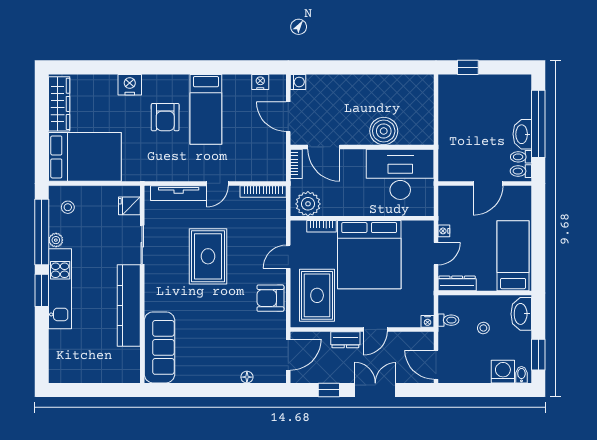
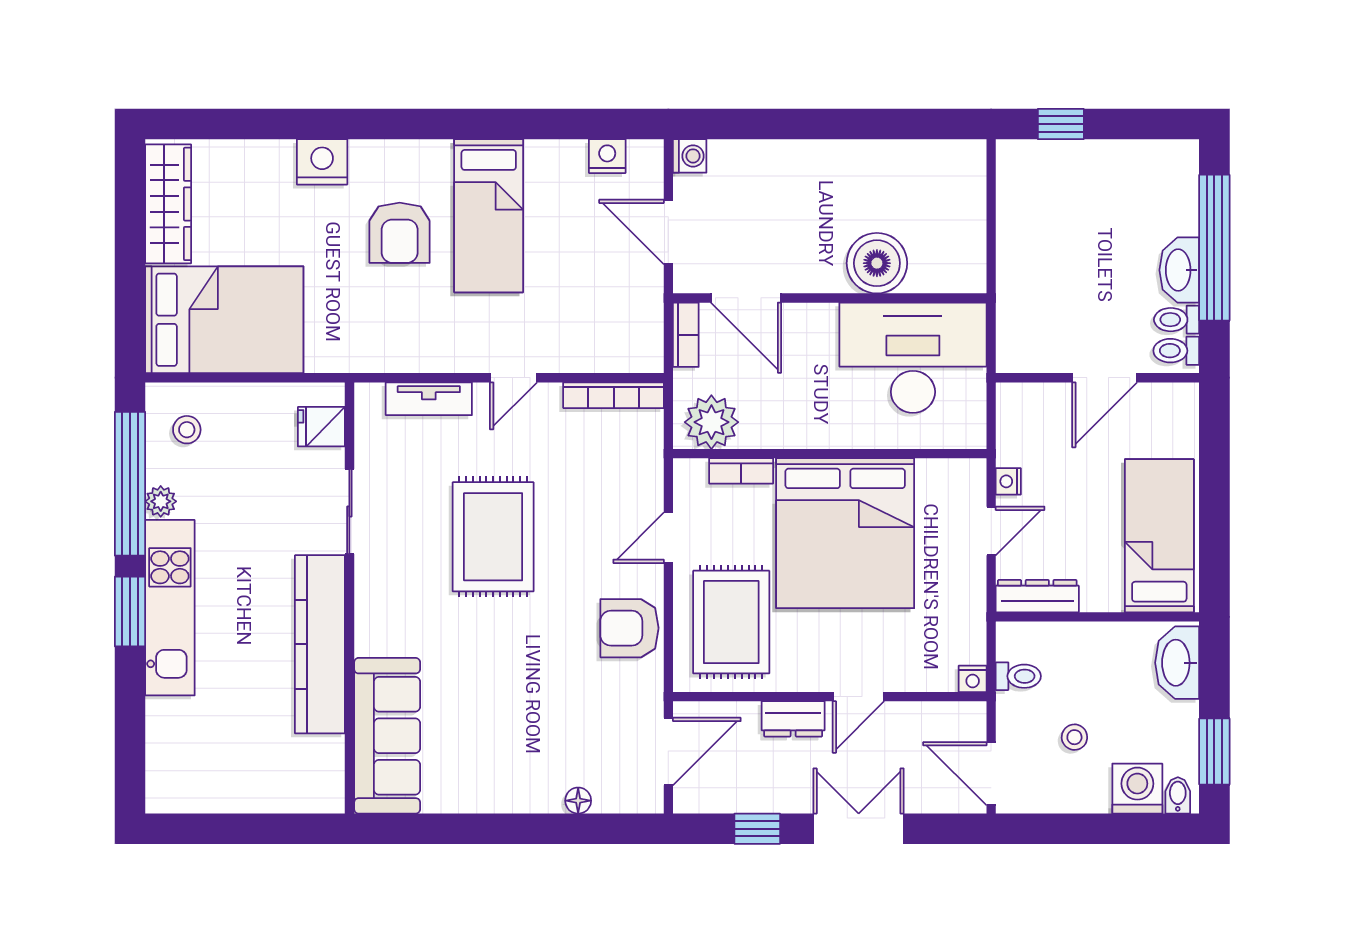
tv unit: (179, 193) -> (429, 399), width x0.71
stool: (483, 328) -> (1074, 737), moved

